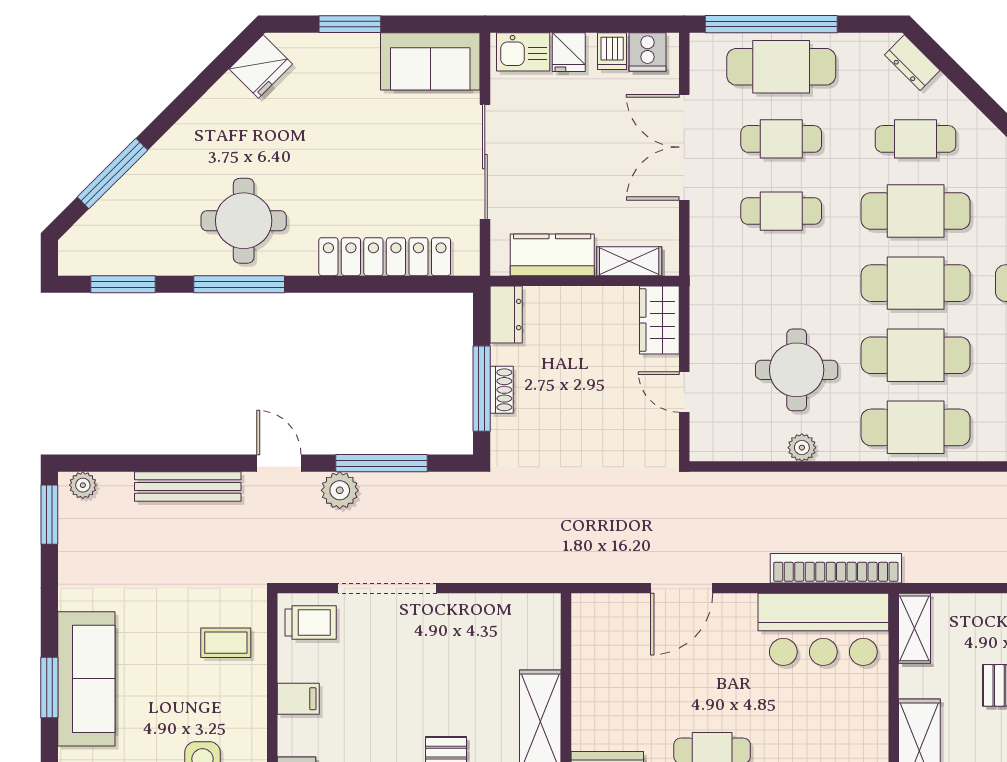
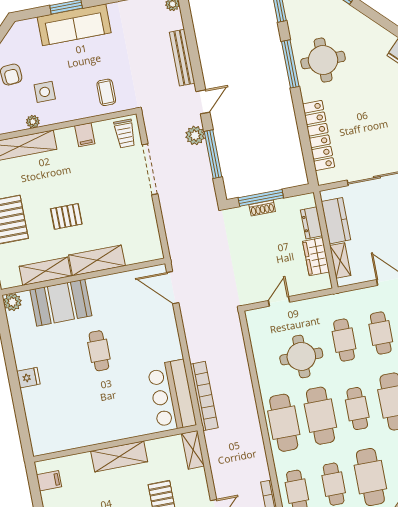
cafe table: (781, 283) -> (344, 340), added
cafe table: (916, 283) -> (357, 409), width x0.73, depth x0.74
dresser: (506, 314) -> (311, 223), moved, turned 90
wardrobe: (659, 320) -> (316, 257), moved, turned -90
plant: (802, 448) -> (262, 367), removed
door: (682, 588) -> (173, 288), moved
shelving: (914, 628) -> (193, 450), moved, turned 90

